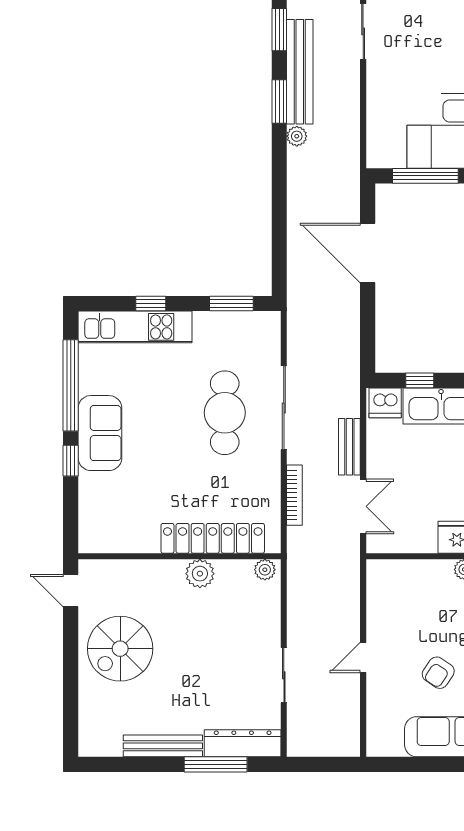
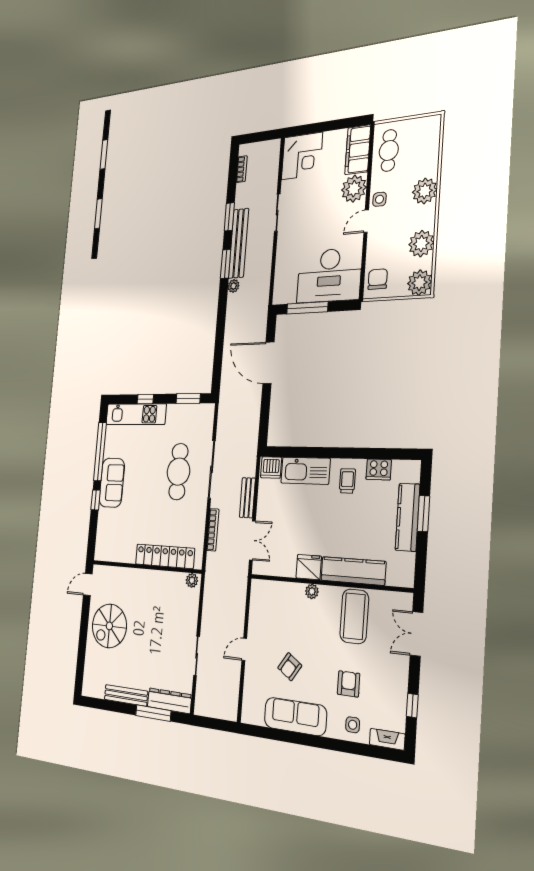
window: (420, 380) -> (293, 452), removed
plant: (200, 574) -> (156, 580), removed
door: (71, 591) -> (88, 585), hinge flipped

